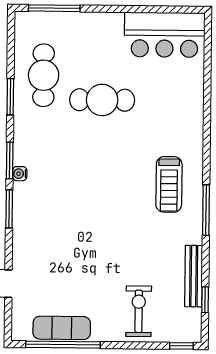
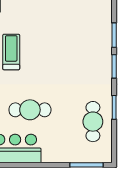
cafe table: (102, 100) -> (30, 110), moved
water cooler: (20, 174) -> (108, 58), removed

